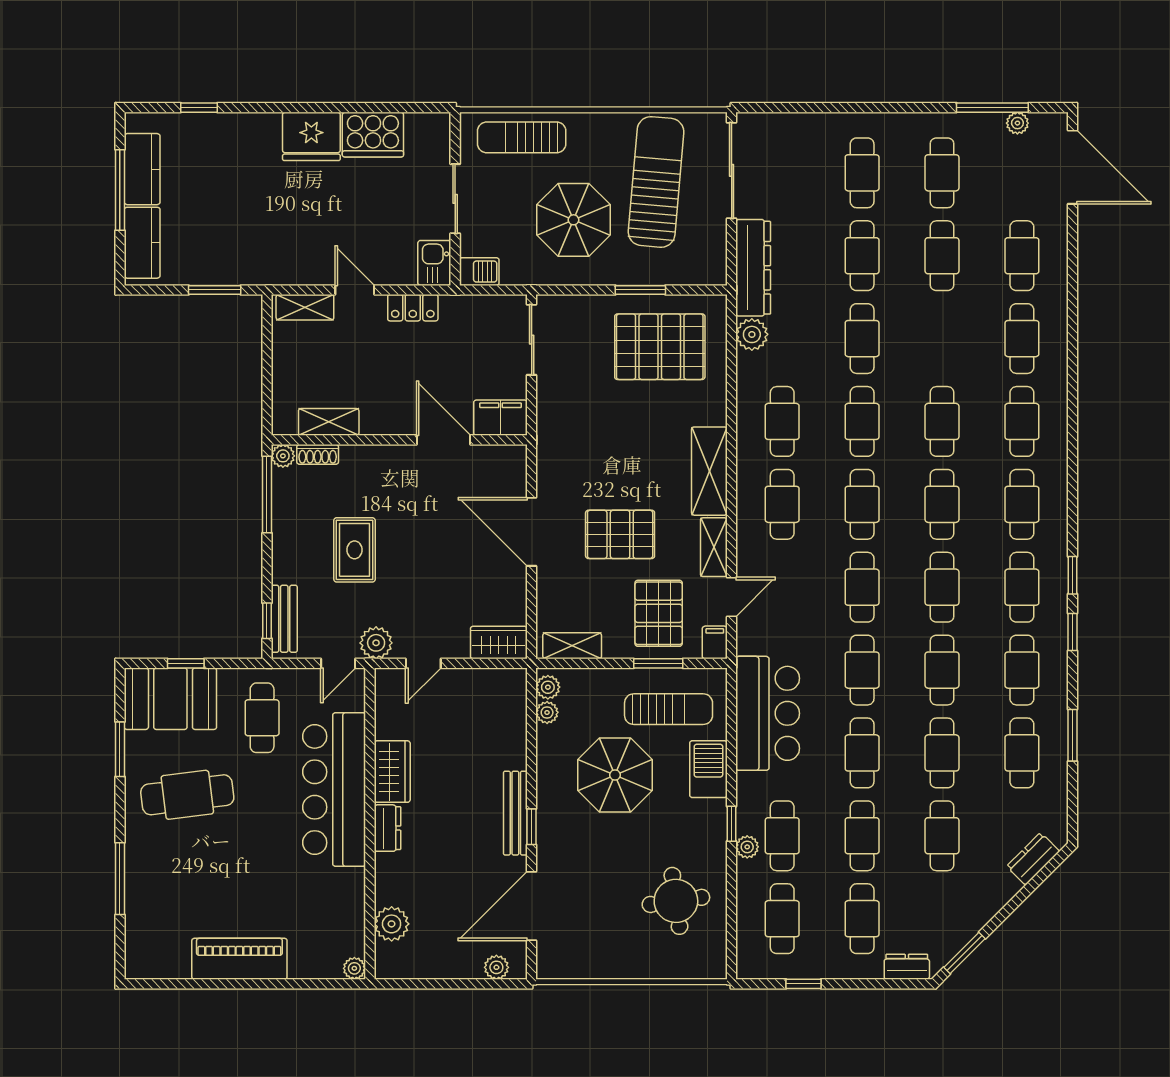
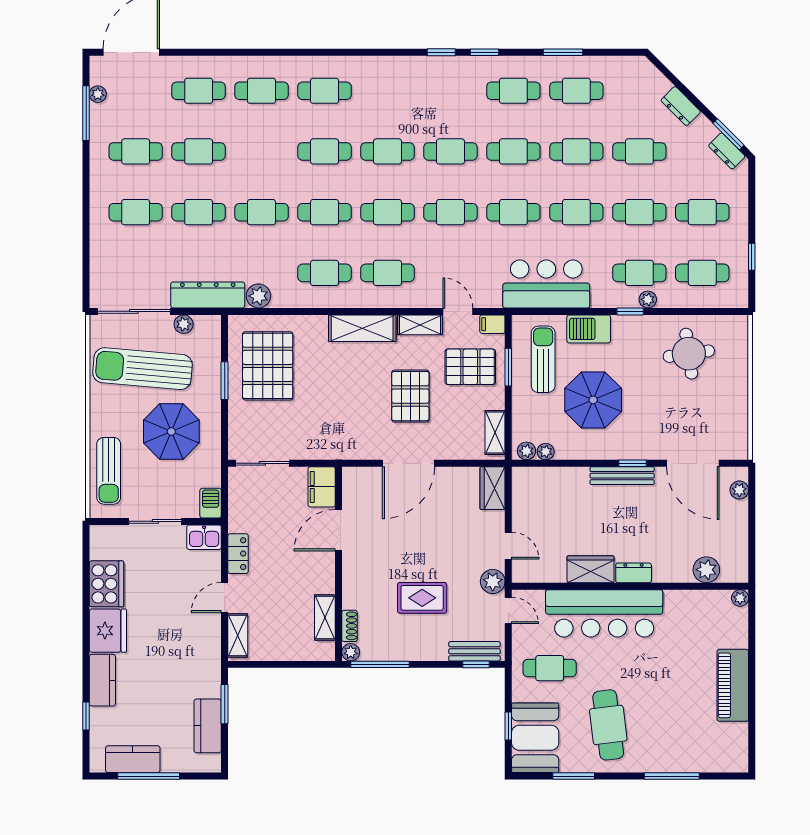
kitchen counter: (246, 129) -> (102, 680), added
plant: (715, 236) -> (184, 324), added
kitchen counter: (142, 243) -> (208, 726), moved, turned -90
cafe table: (1022, 504) -> (387, 91), removed
cafe table: (1022, 587) -> (450, 91), removed
dresser: (1033, 859) -> (681, 106), moved
dresser: (907, 967) -> (727, 151), moved, turned -45

